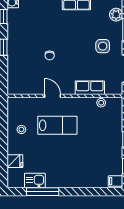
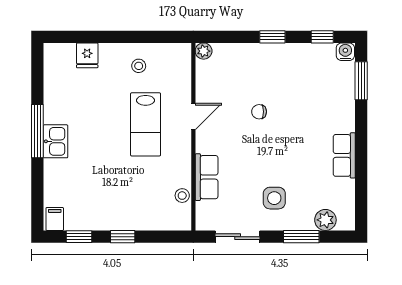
plant: (12, 90) -> (204, 51), added
kitchen sink: (35, 181) -> (56, 141), moved
window: (43, 192) -> (37, 131), moved

